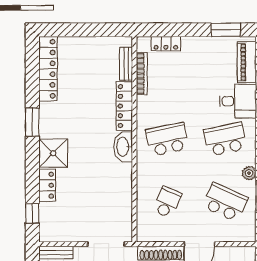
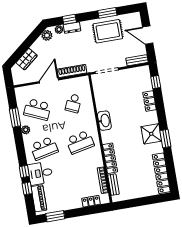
washbasin: (123, 147) -> (104, 121), moved
shower: (53, 153) -> (151, 134), moved

